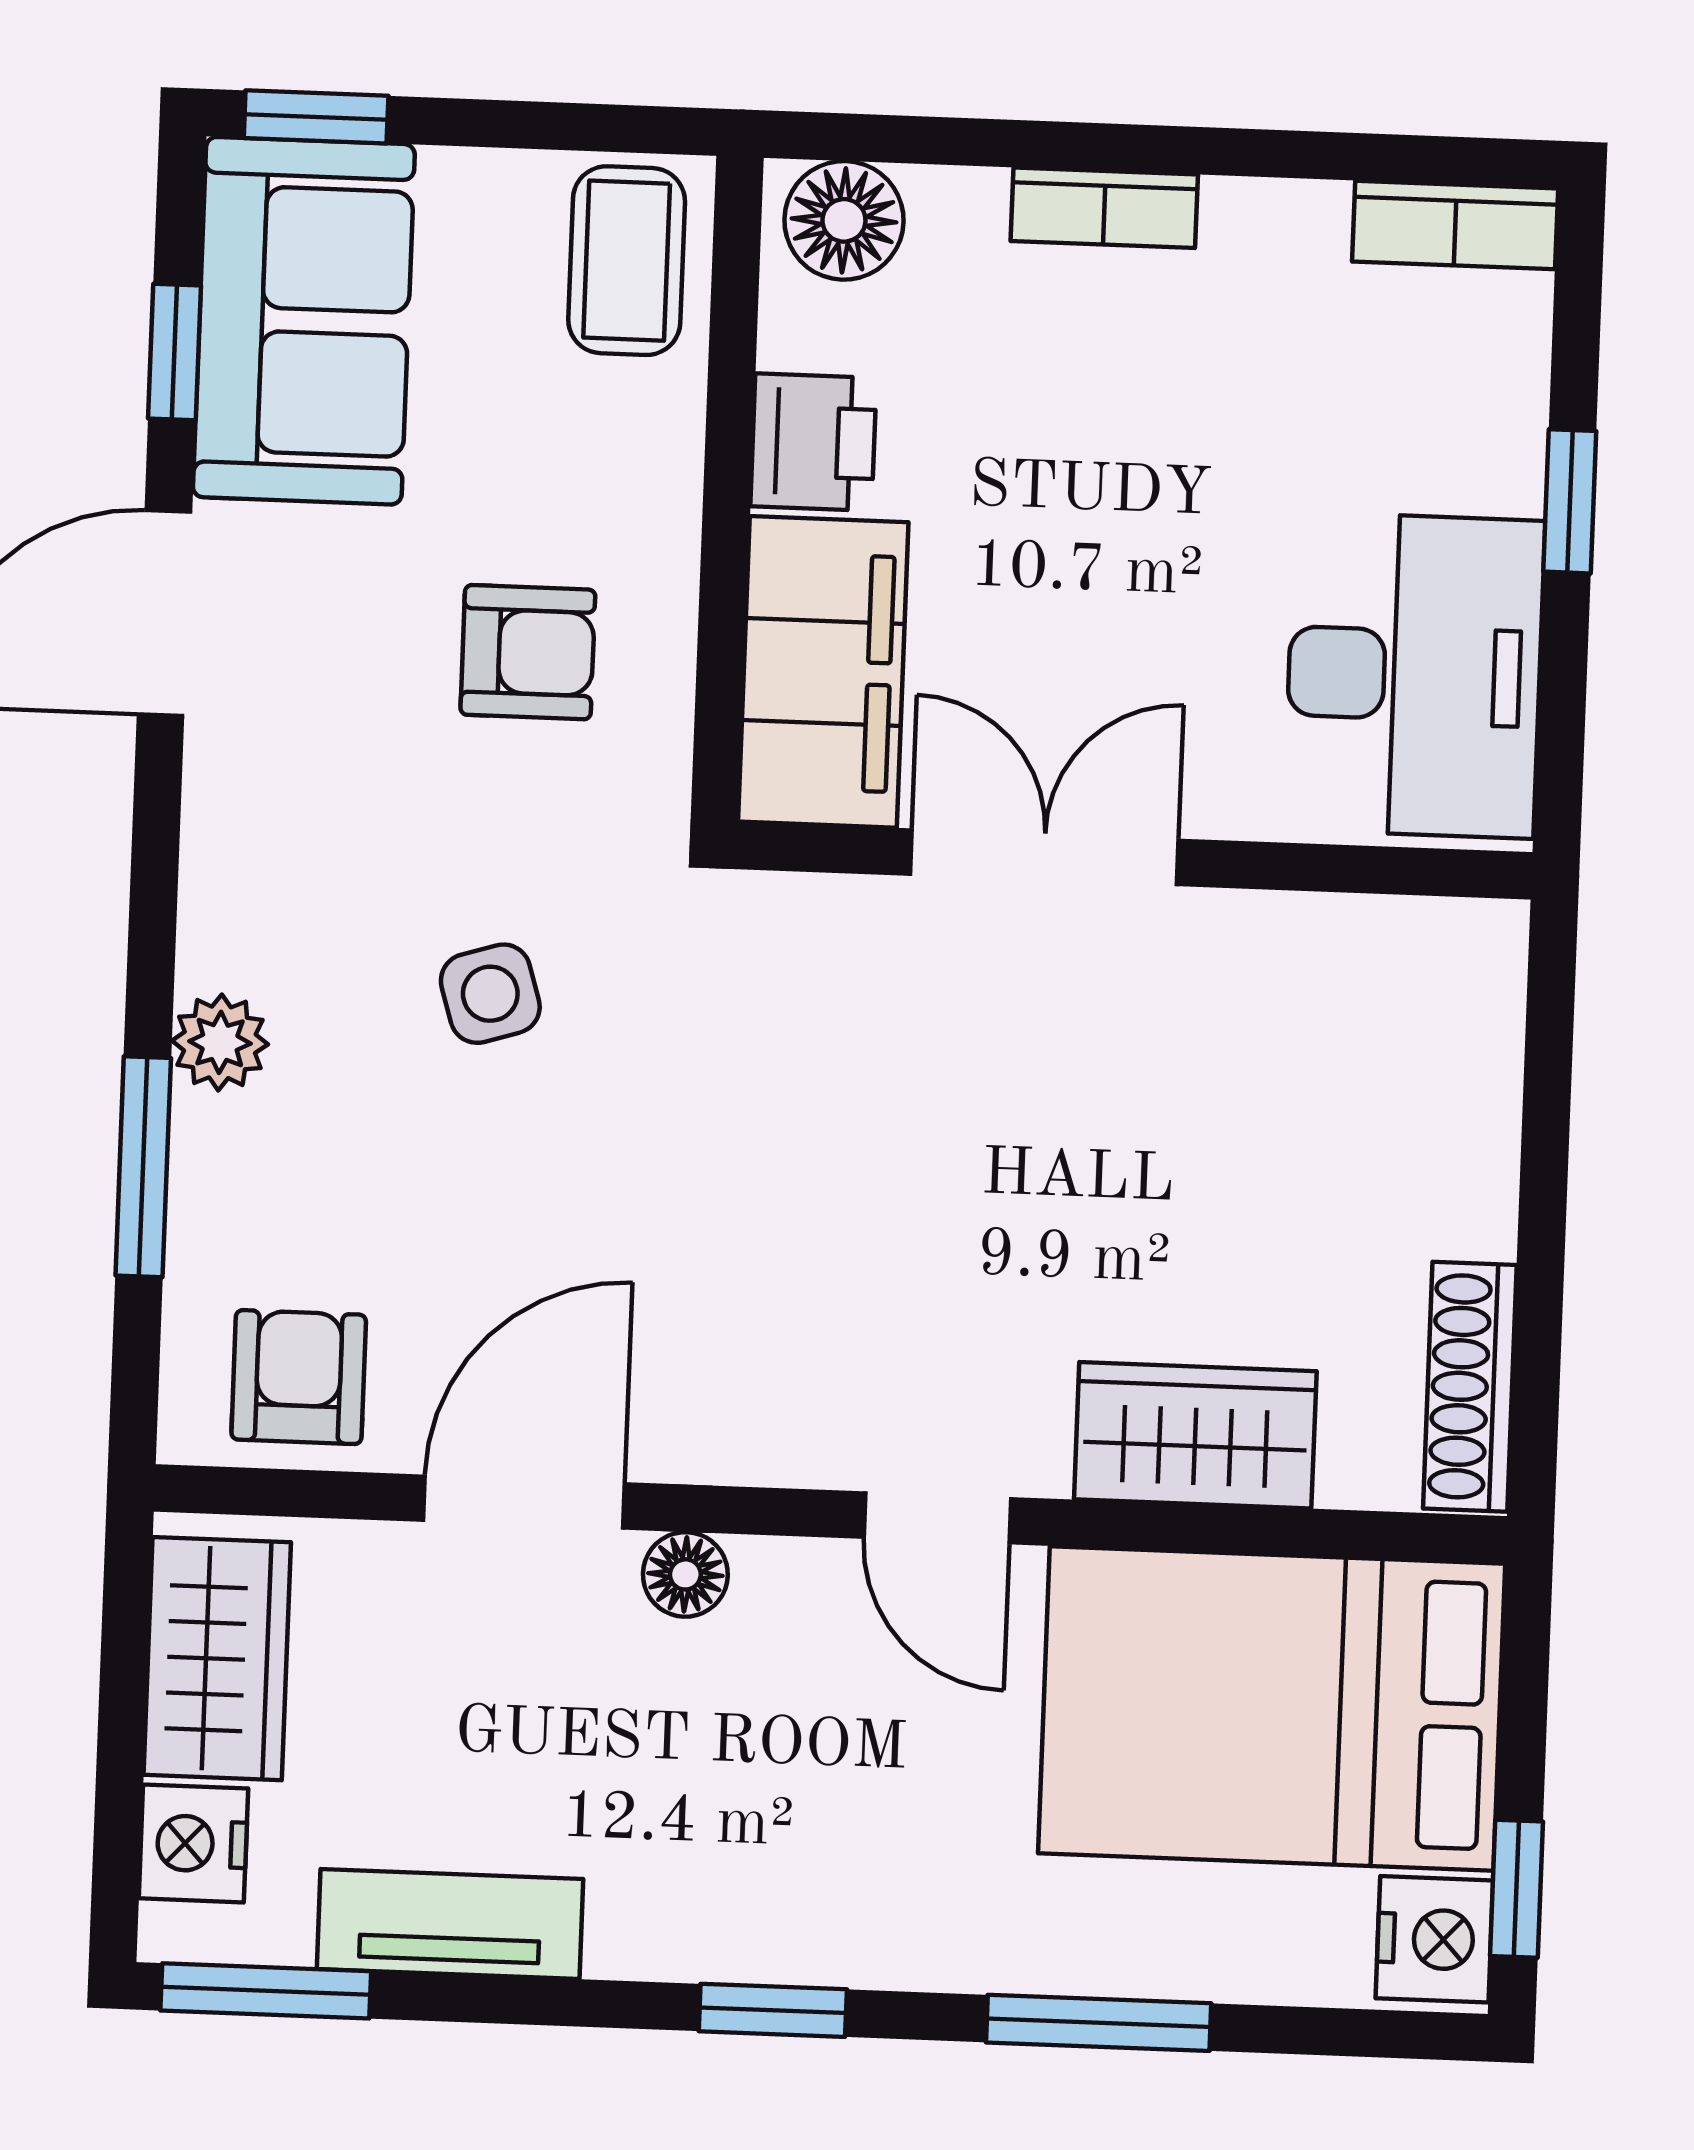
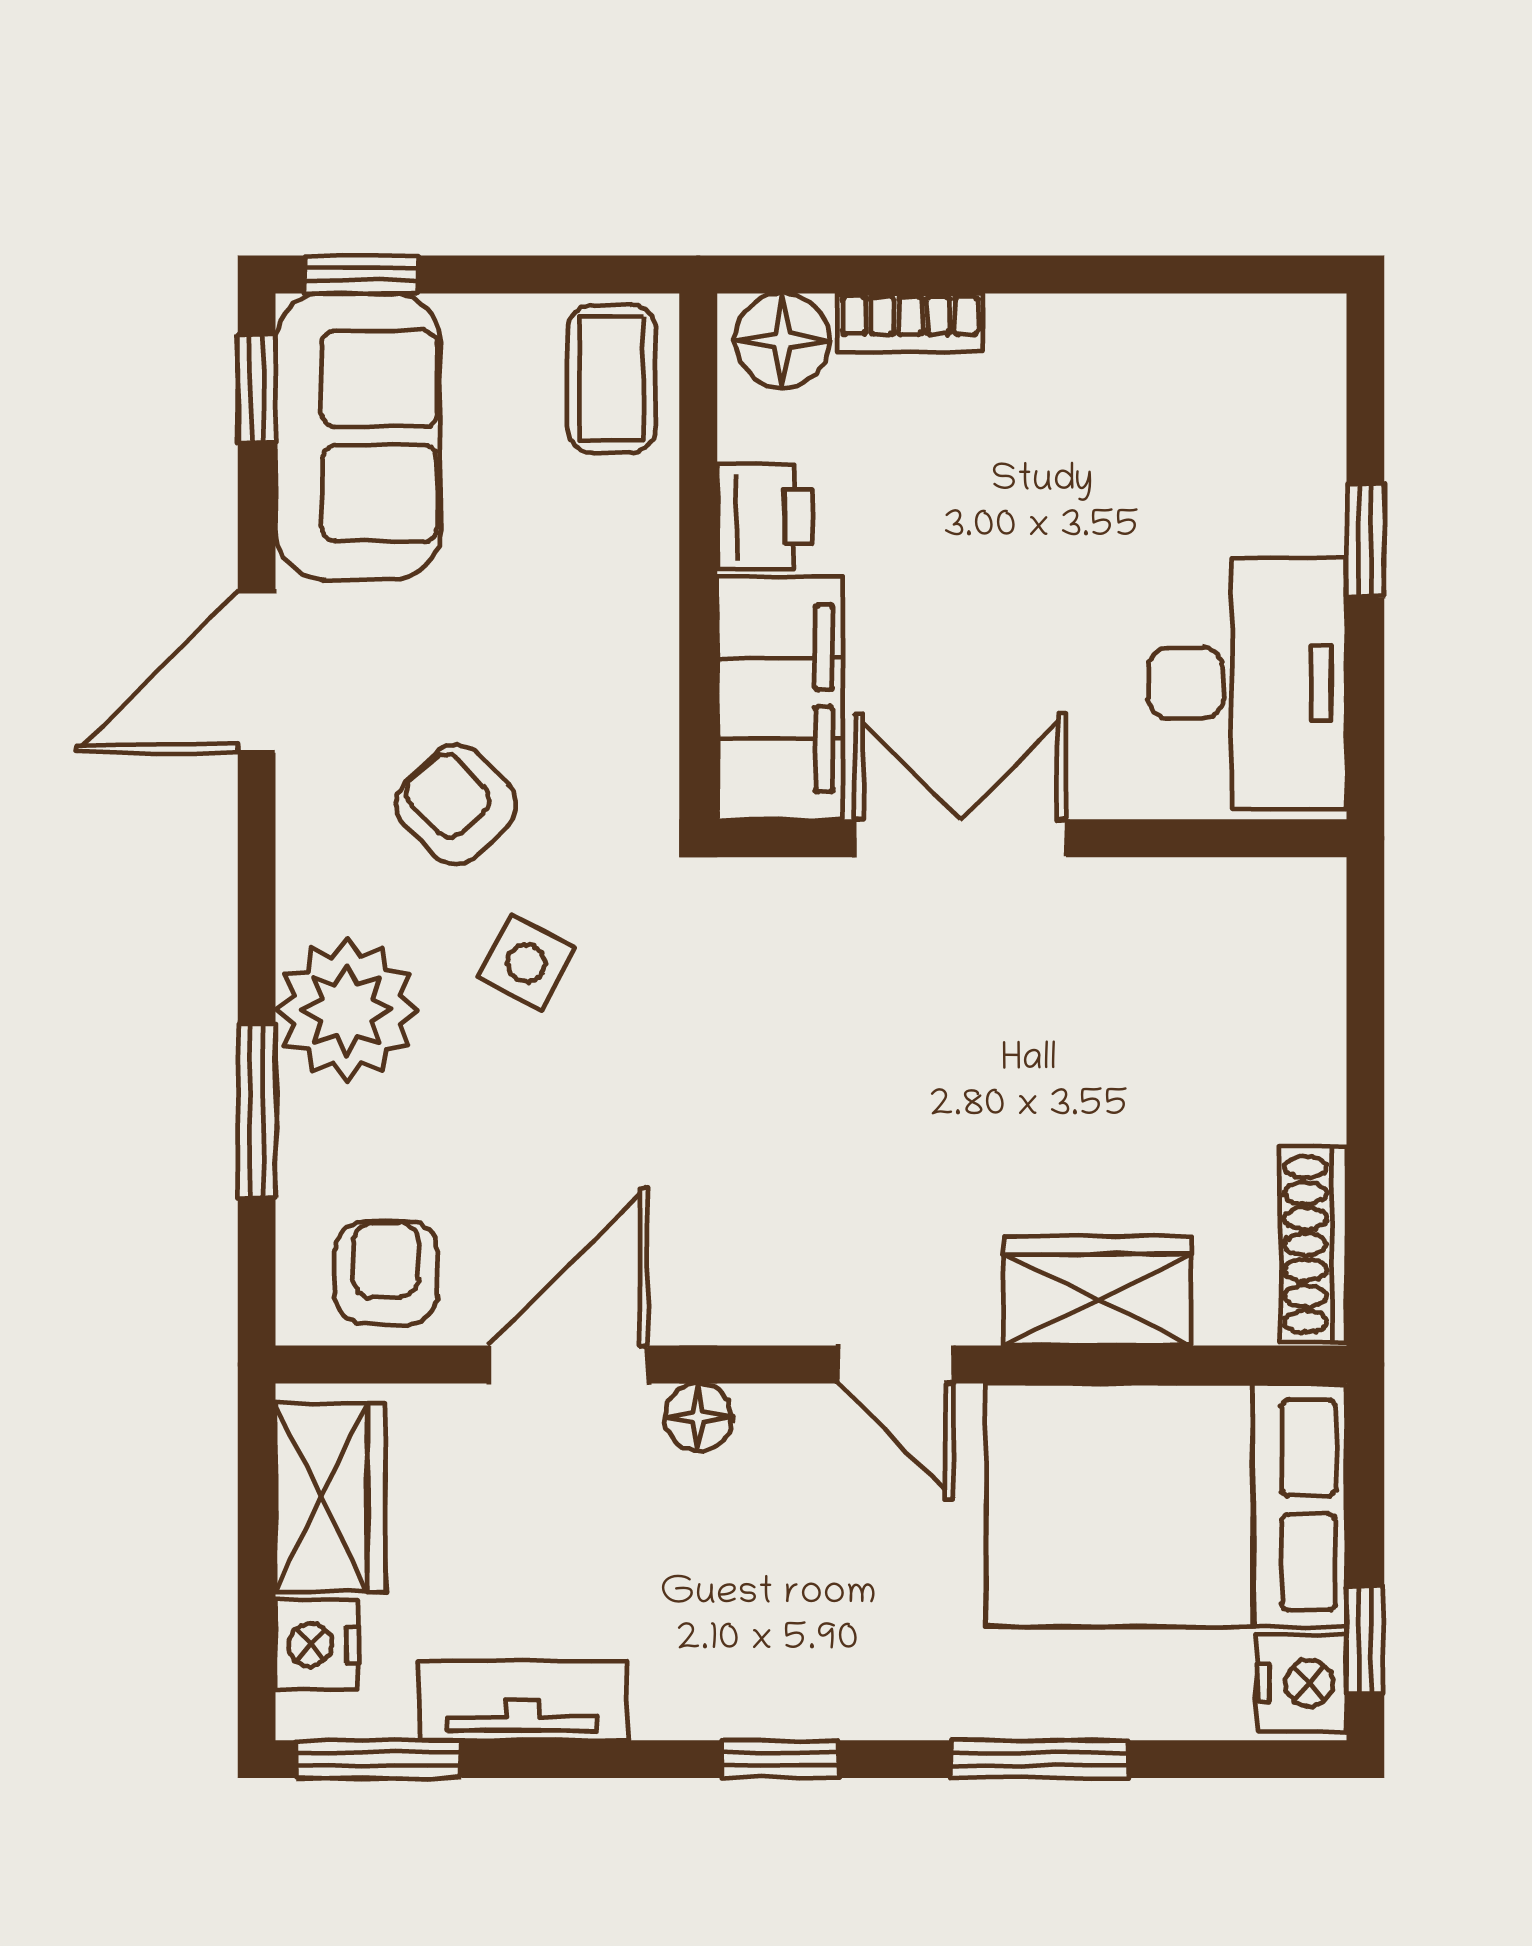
bookcase: (1104, 208) -> (910, 322), moved
bookcase: (1455, 225) -> (1266, 325), removed
window: (174, 352) -> (257, 388), moved
armchair: (528, 652) -> (456, 804), moved, turned -134
side table: (490, 994) -> (526, 963), turned 45
plant: (220, 1042) -> (347, 1010), width x1.88, depth x1.88

